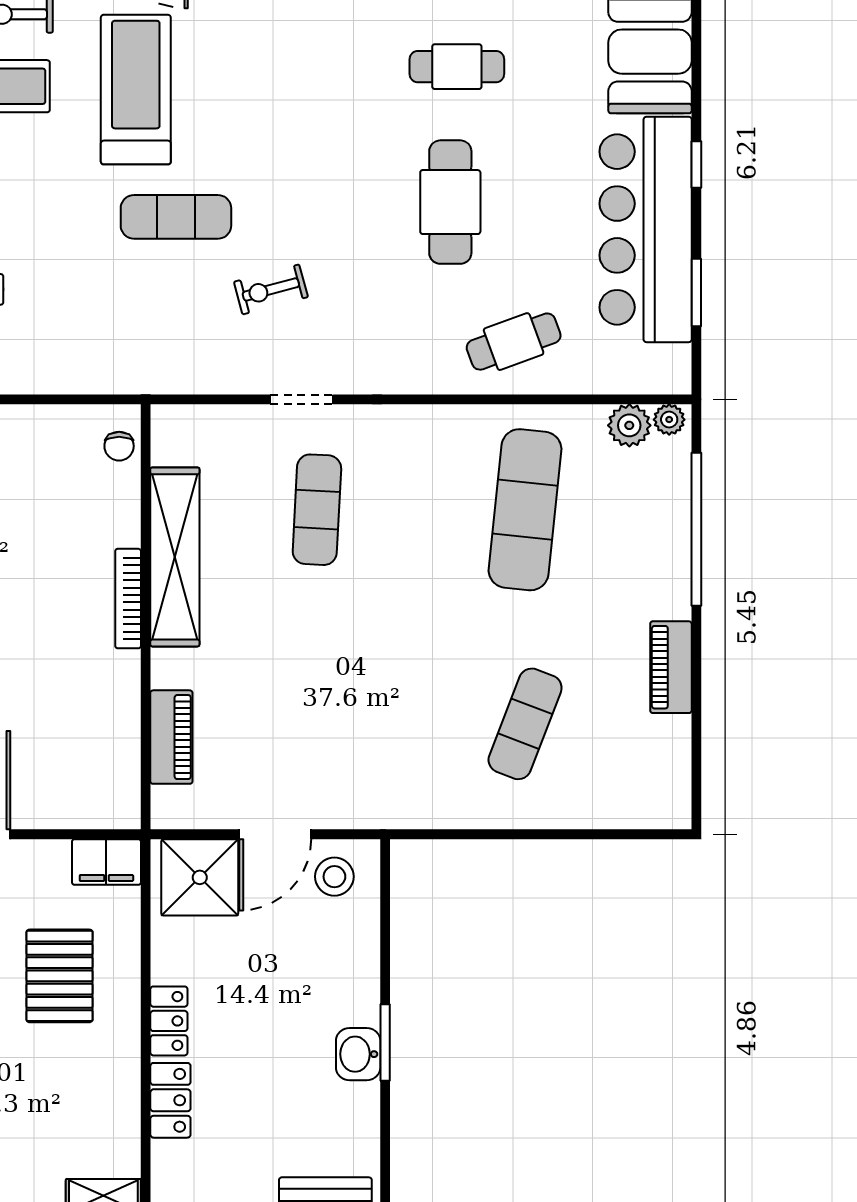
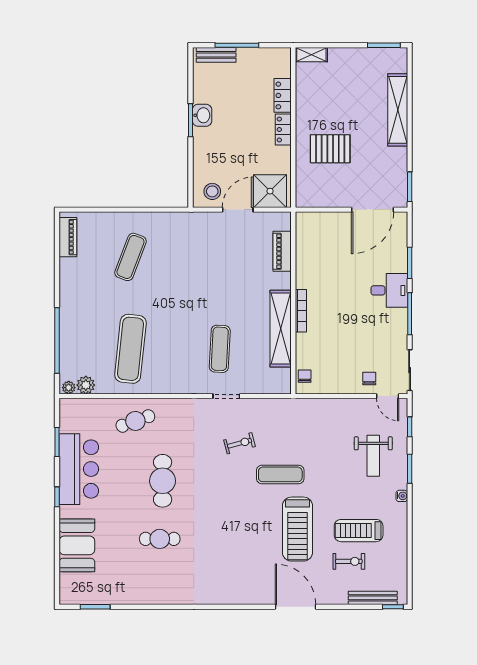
bar counter: (646, 229) -> (79, 469), width x0.73
piano: (671, 667) -> (68, 237), moved
filing cabinet: (106, 862) -> (310, 198), removed
pallet: (60, 976) -> (330, 149), turned 90

